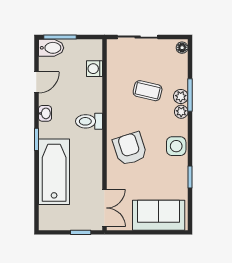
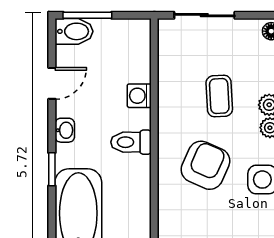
washing machine: (94, 69) -> (139, 96), moved
coffee table: (148, 91) -> (219, 96), turned 74
armchair: (130, 149) -> (205, 165), moved, turned 42

